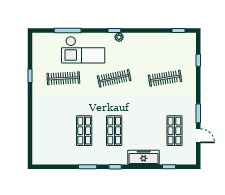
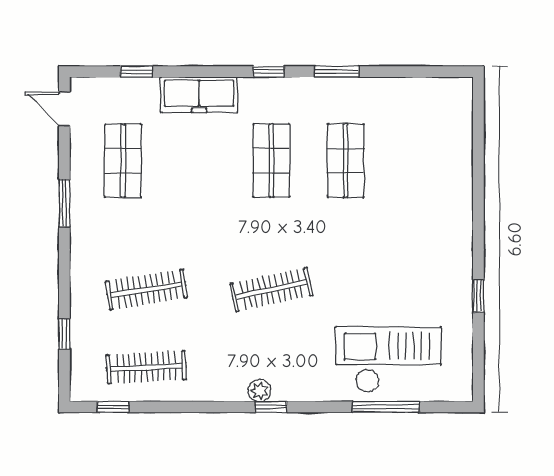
checkout: (83, 50) -> (388, 360), moved
clothes rail: (63, 78) -> (146, 367), moved
door: (198, 136) -> (64, 109), moved

